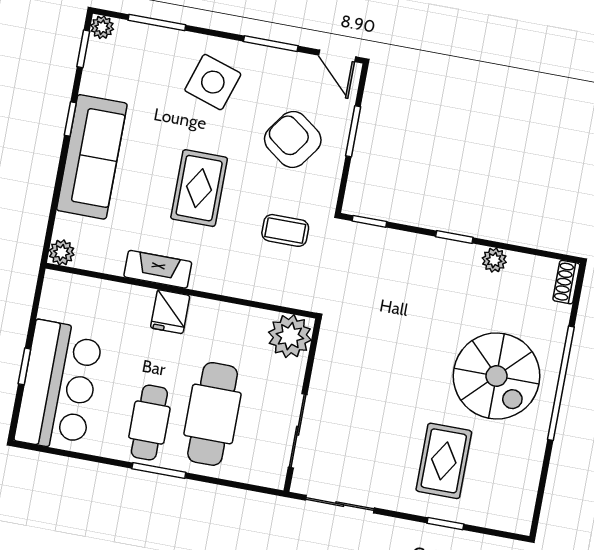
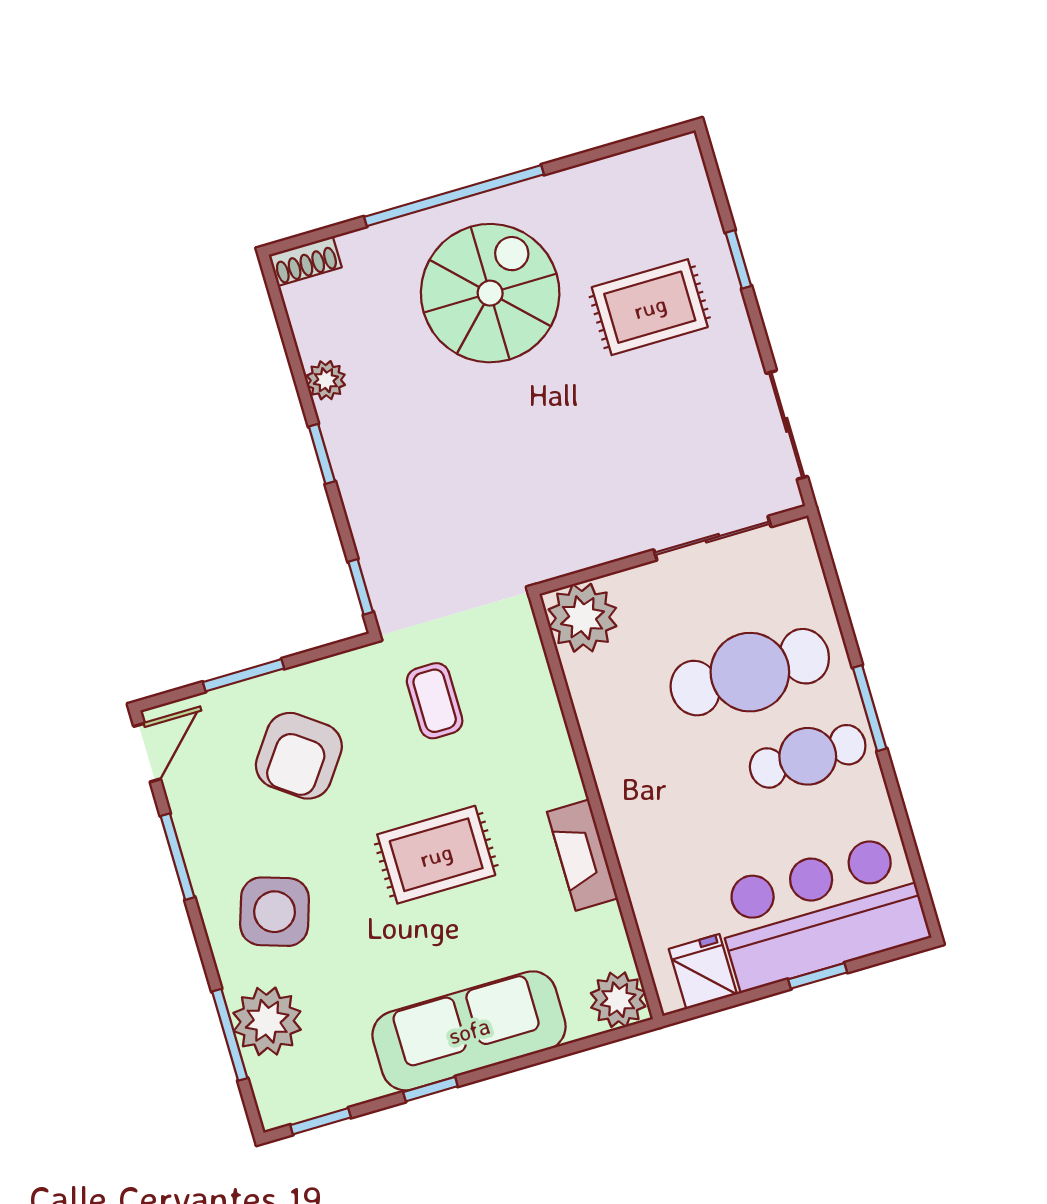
plant: (102, 27) -> (267, 1021), moved, width x1.88, depth x1.88
plant: (62, 252) -> (618, 1000), width x1.38, depth x1.38
fridge: (170, 312) -> (703, 972), moved, turned -90

